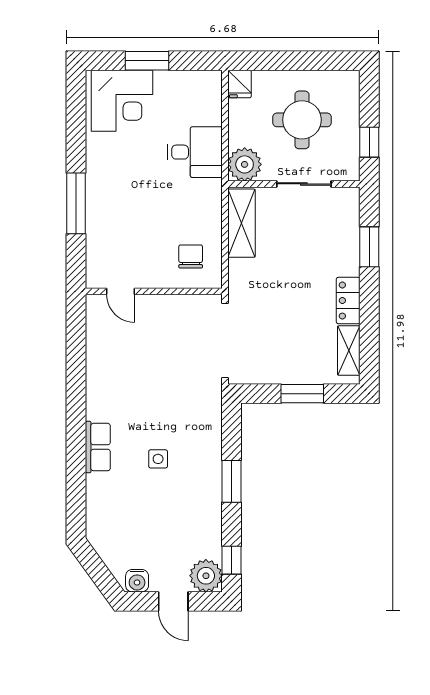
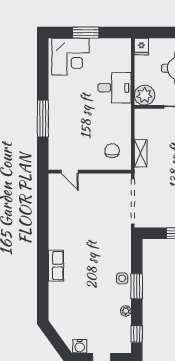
shelving: (242, 223) -> (141, 153), moved, width x0.67, depth x0.75
side table: (158, 459) -> (122, 278), moved
plant: (206, 576) -> (126, 311), moved, width x0.53, depth x0.53

